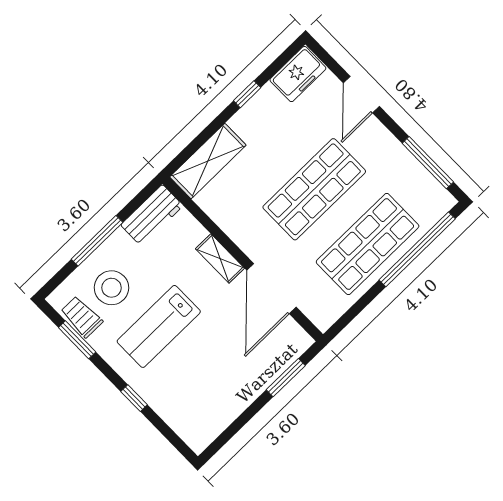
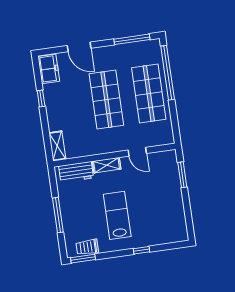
shelving: (208, 161) -> (57, 146), width x0.67, depth x0.75
workbench: (152, 215) -> (76, 172), moved, turned 90
stool: (111, 288) -> (84, 224), removed
door: (272, 289) -> (137, 152), width x0.53
lab bench: (159, 326) -> (117, 215), turned 180
window: (77, 340) -> (83, 259), moved

